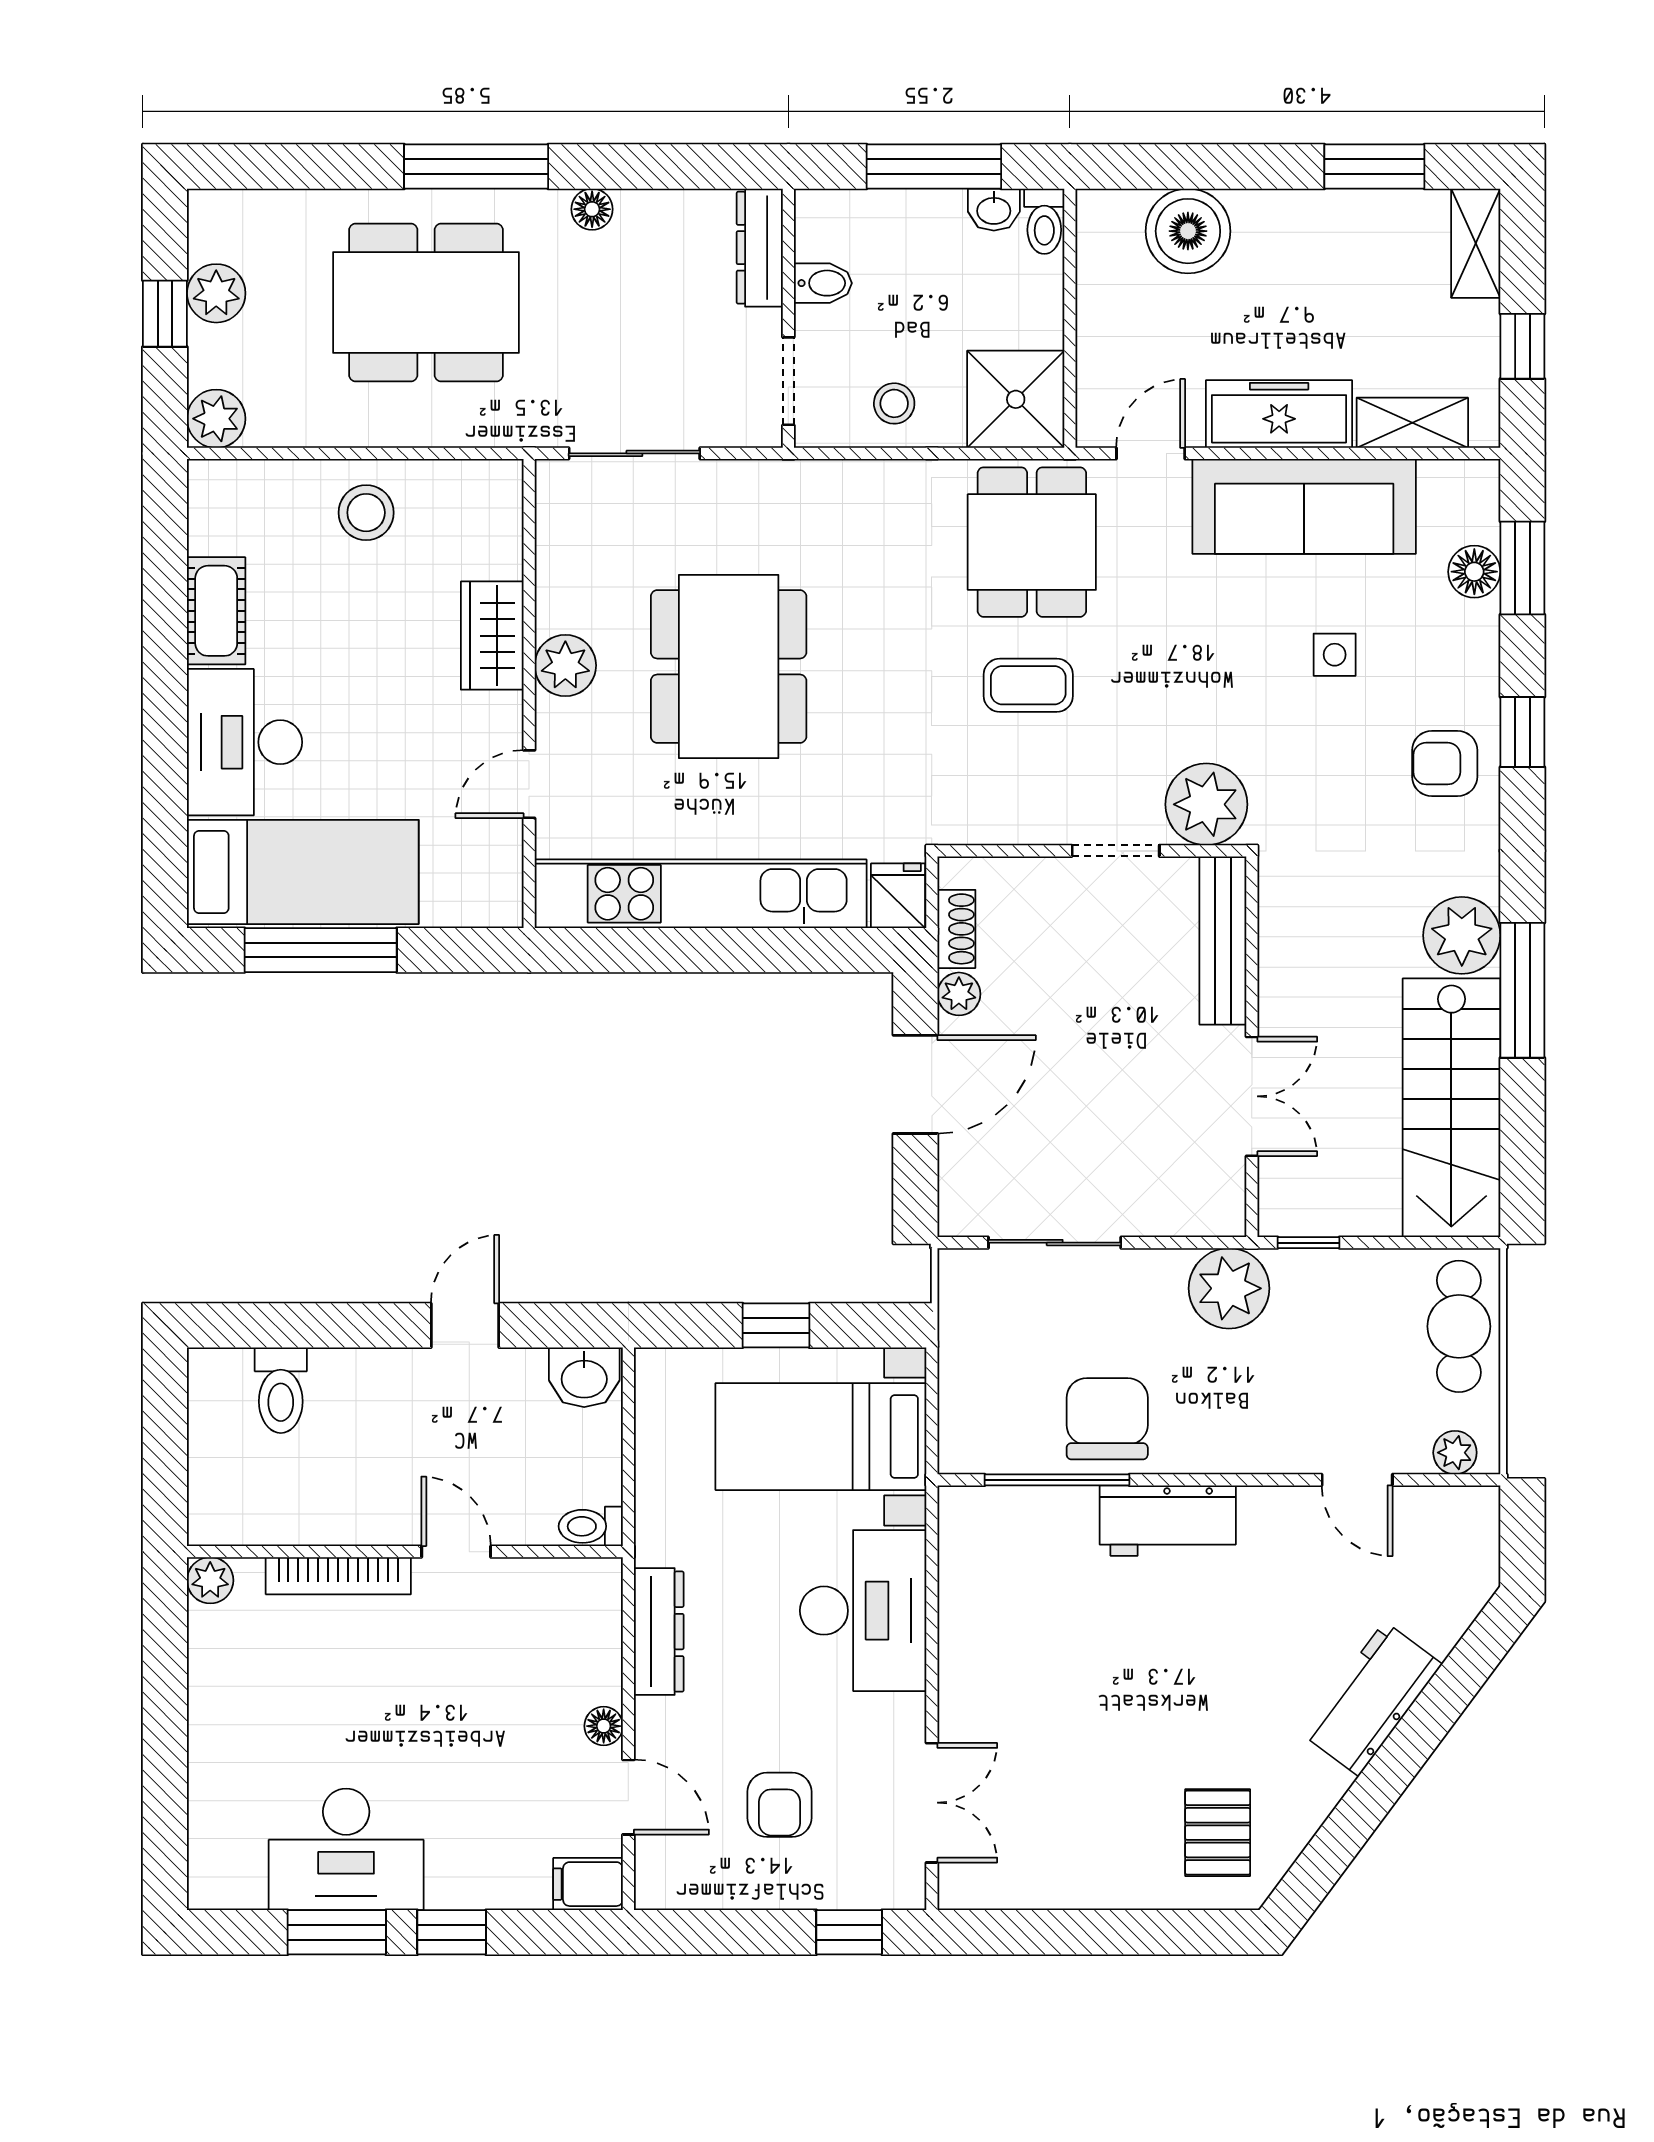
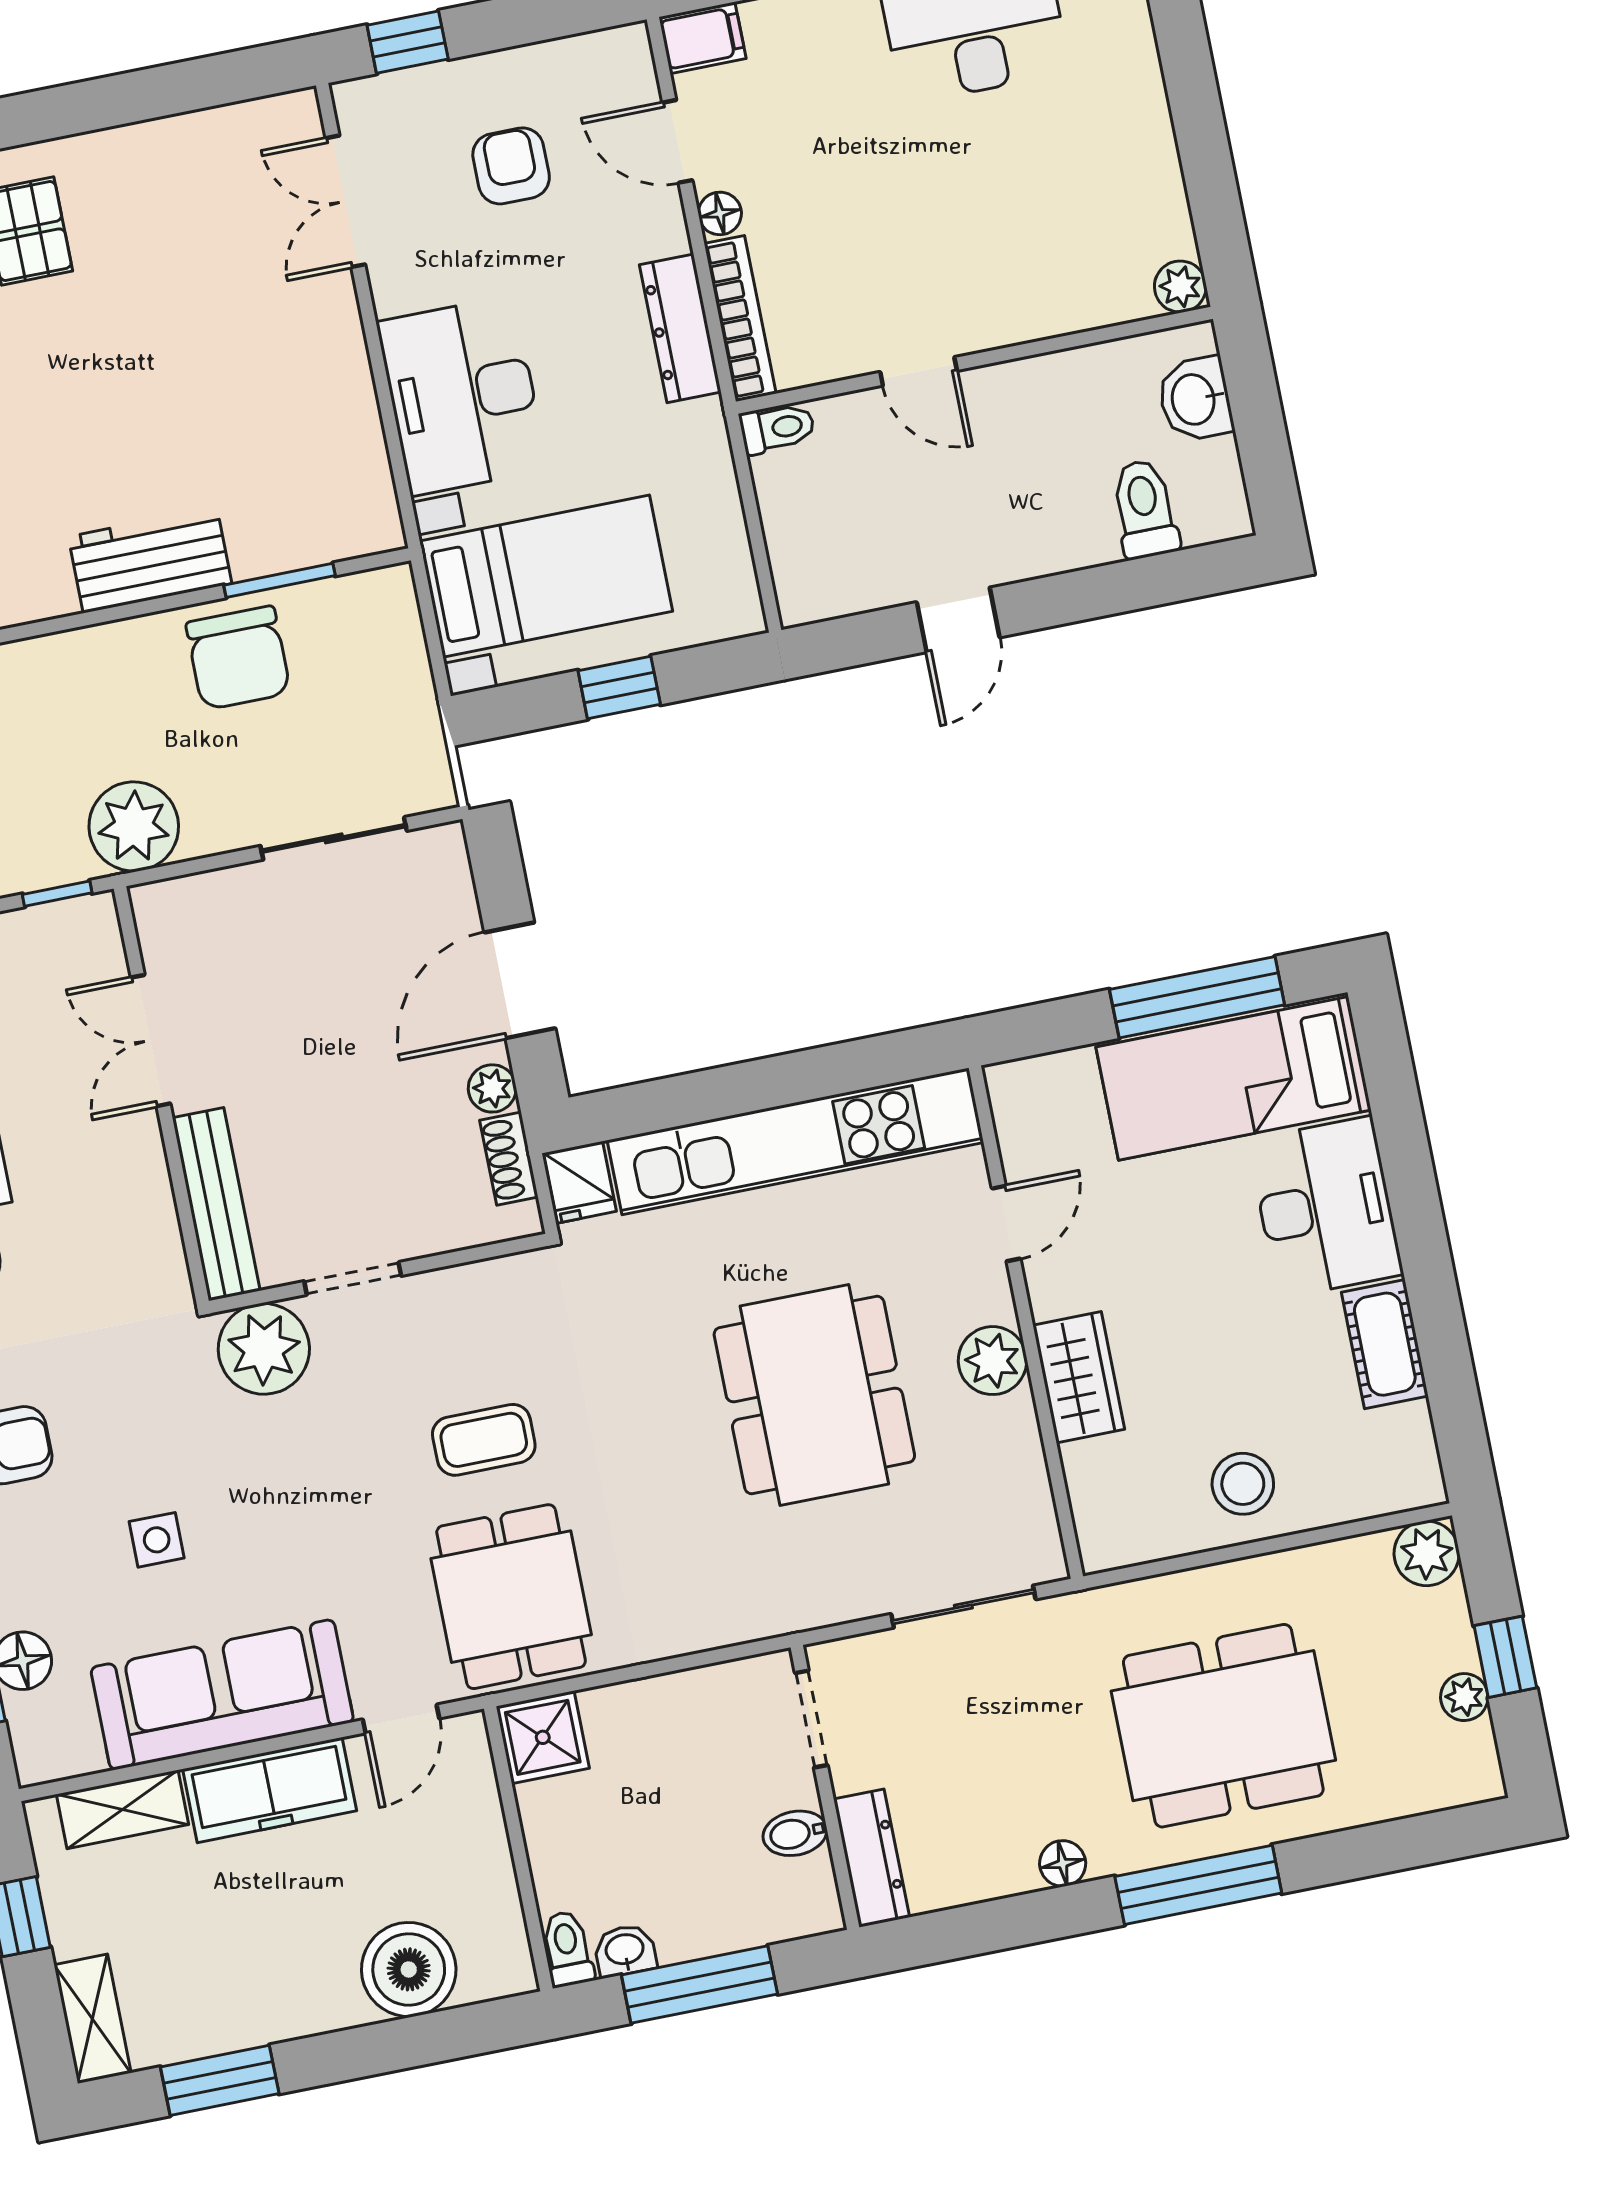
plant: (216, 293) -> (1464, 1697), width x0.73, depth x0.73
shower: (1016, 399) -> (543, 1737), width x0.73, depth x0.73
stool: (894, 403) -> (691, 1718), removed
washbasin: (584, 1377) -> (1195, 399), moved, turned -90
window: (1057, 1480) -> (279, 580), width x0.69
bookcase: (338, 1576) -> (740, 319), moved, turned 90

